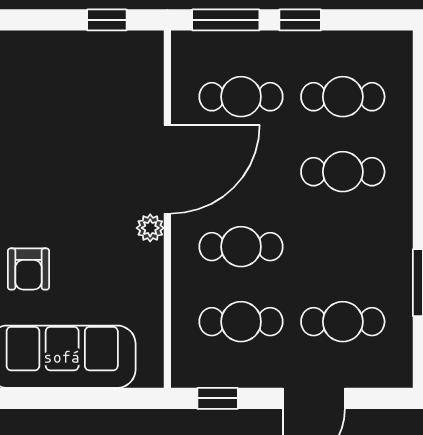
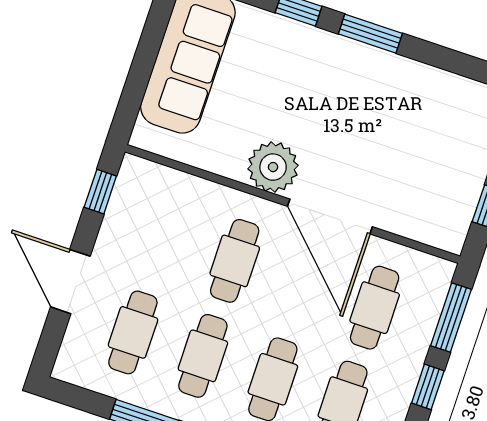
plant: (150, 228) -> (273, 167), width x1.87, depth x1.87
armchair: (28, 269) -> (280, 56), removed
cafe table: (241, 322) -> (203, 356), moved

